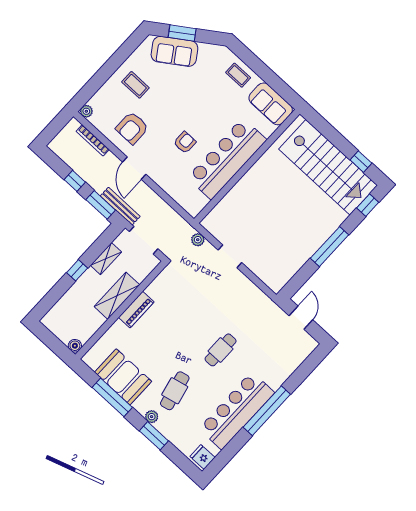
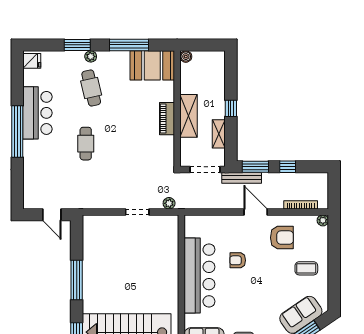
armchair: (132, 128) -> (282, 238), turned 90
armchair: (185, 142) -> (238, 260), turned 90
booth: (123, 377) -> (152, 65), moved
bar counter: (237, 411) -> (37, 113), width x0.73

